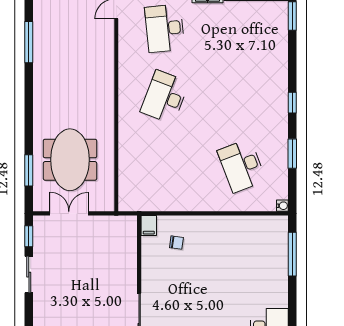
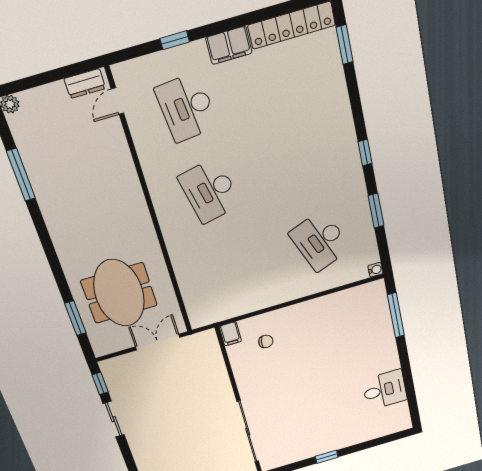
desk: (165, 97) -> (210, 191), turned -33
double door: (69, 213) -> (158, 342), moved

